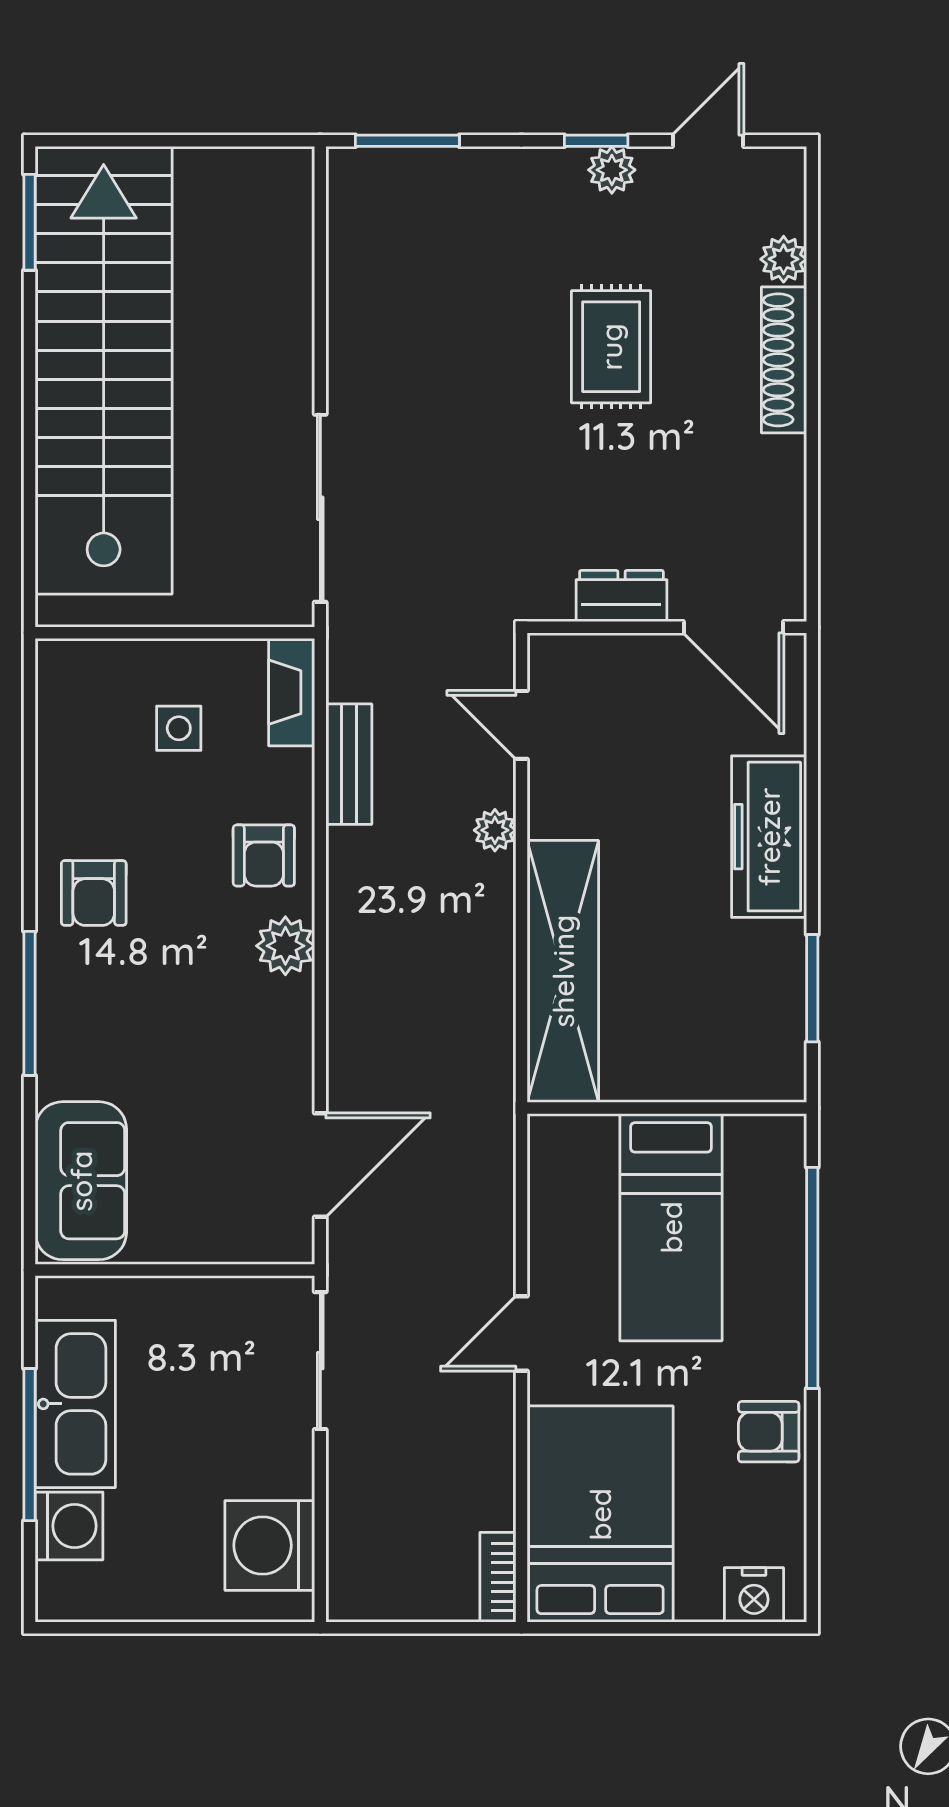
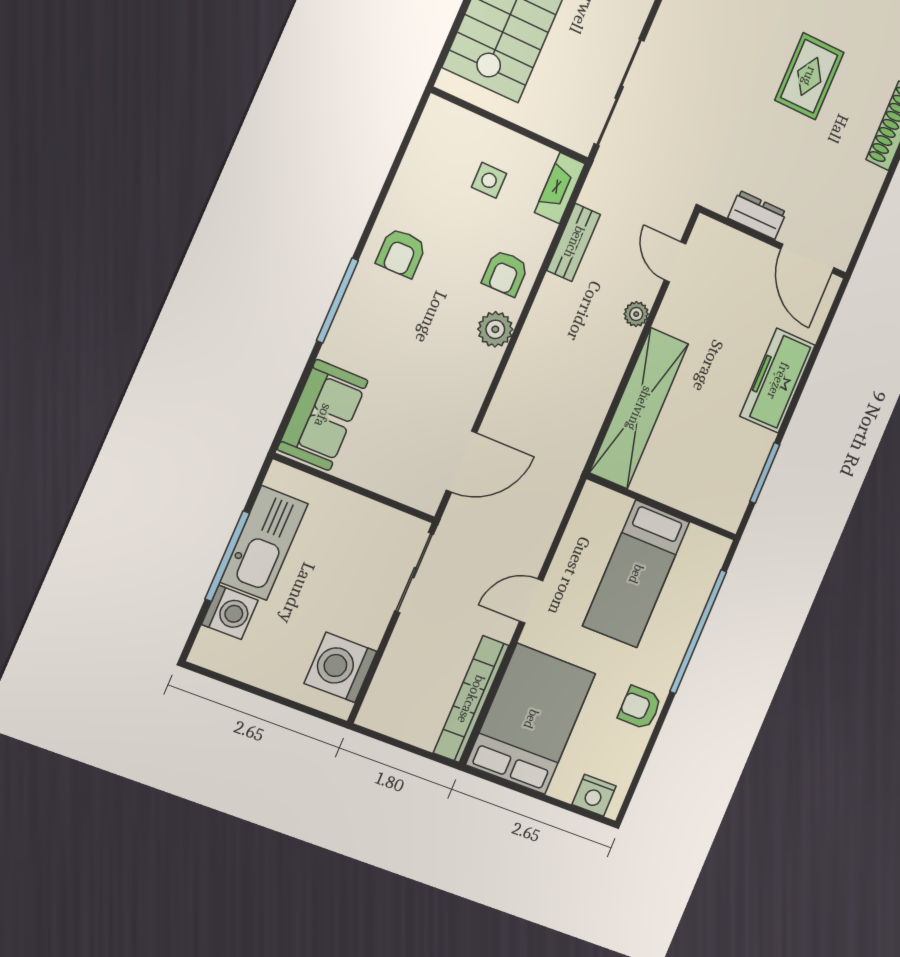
bookcase: (498, 1577) -> (471, 699), width x2.31, depth x1.31

